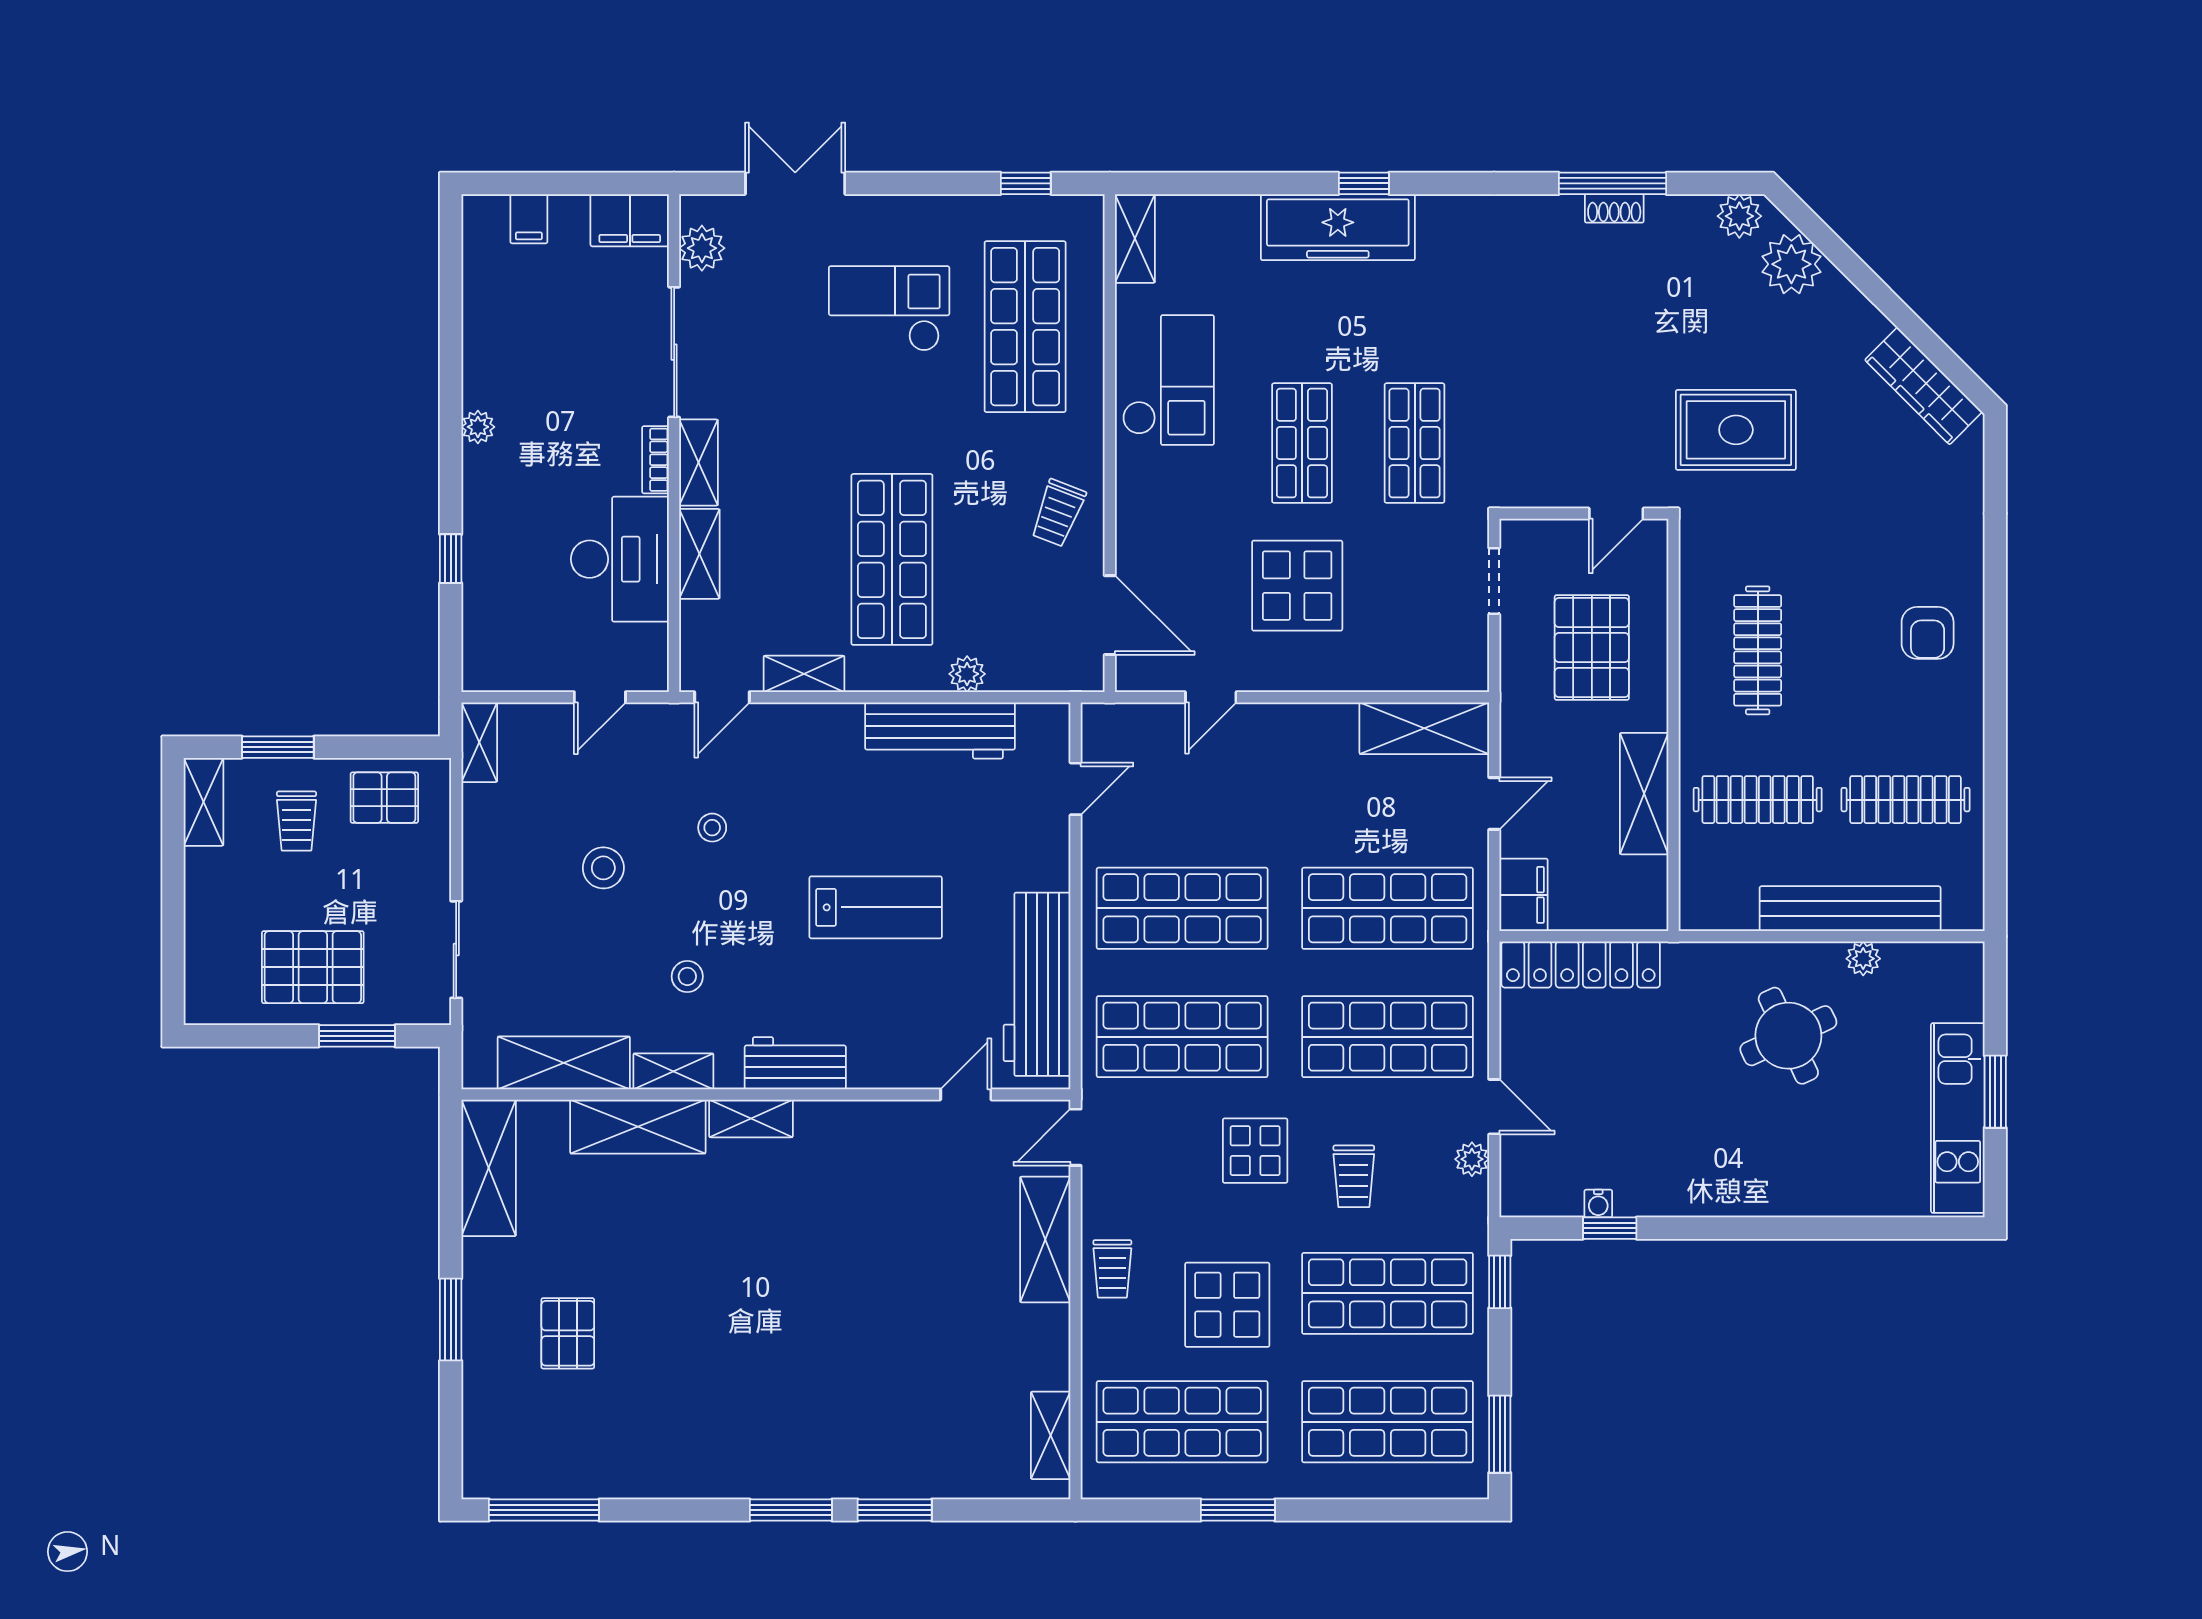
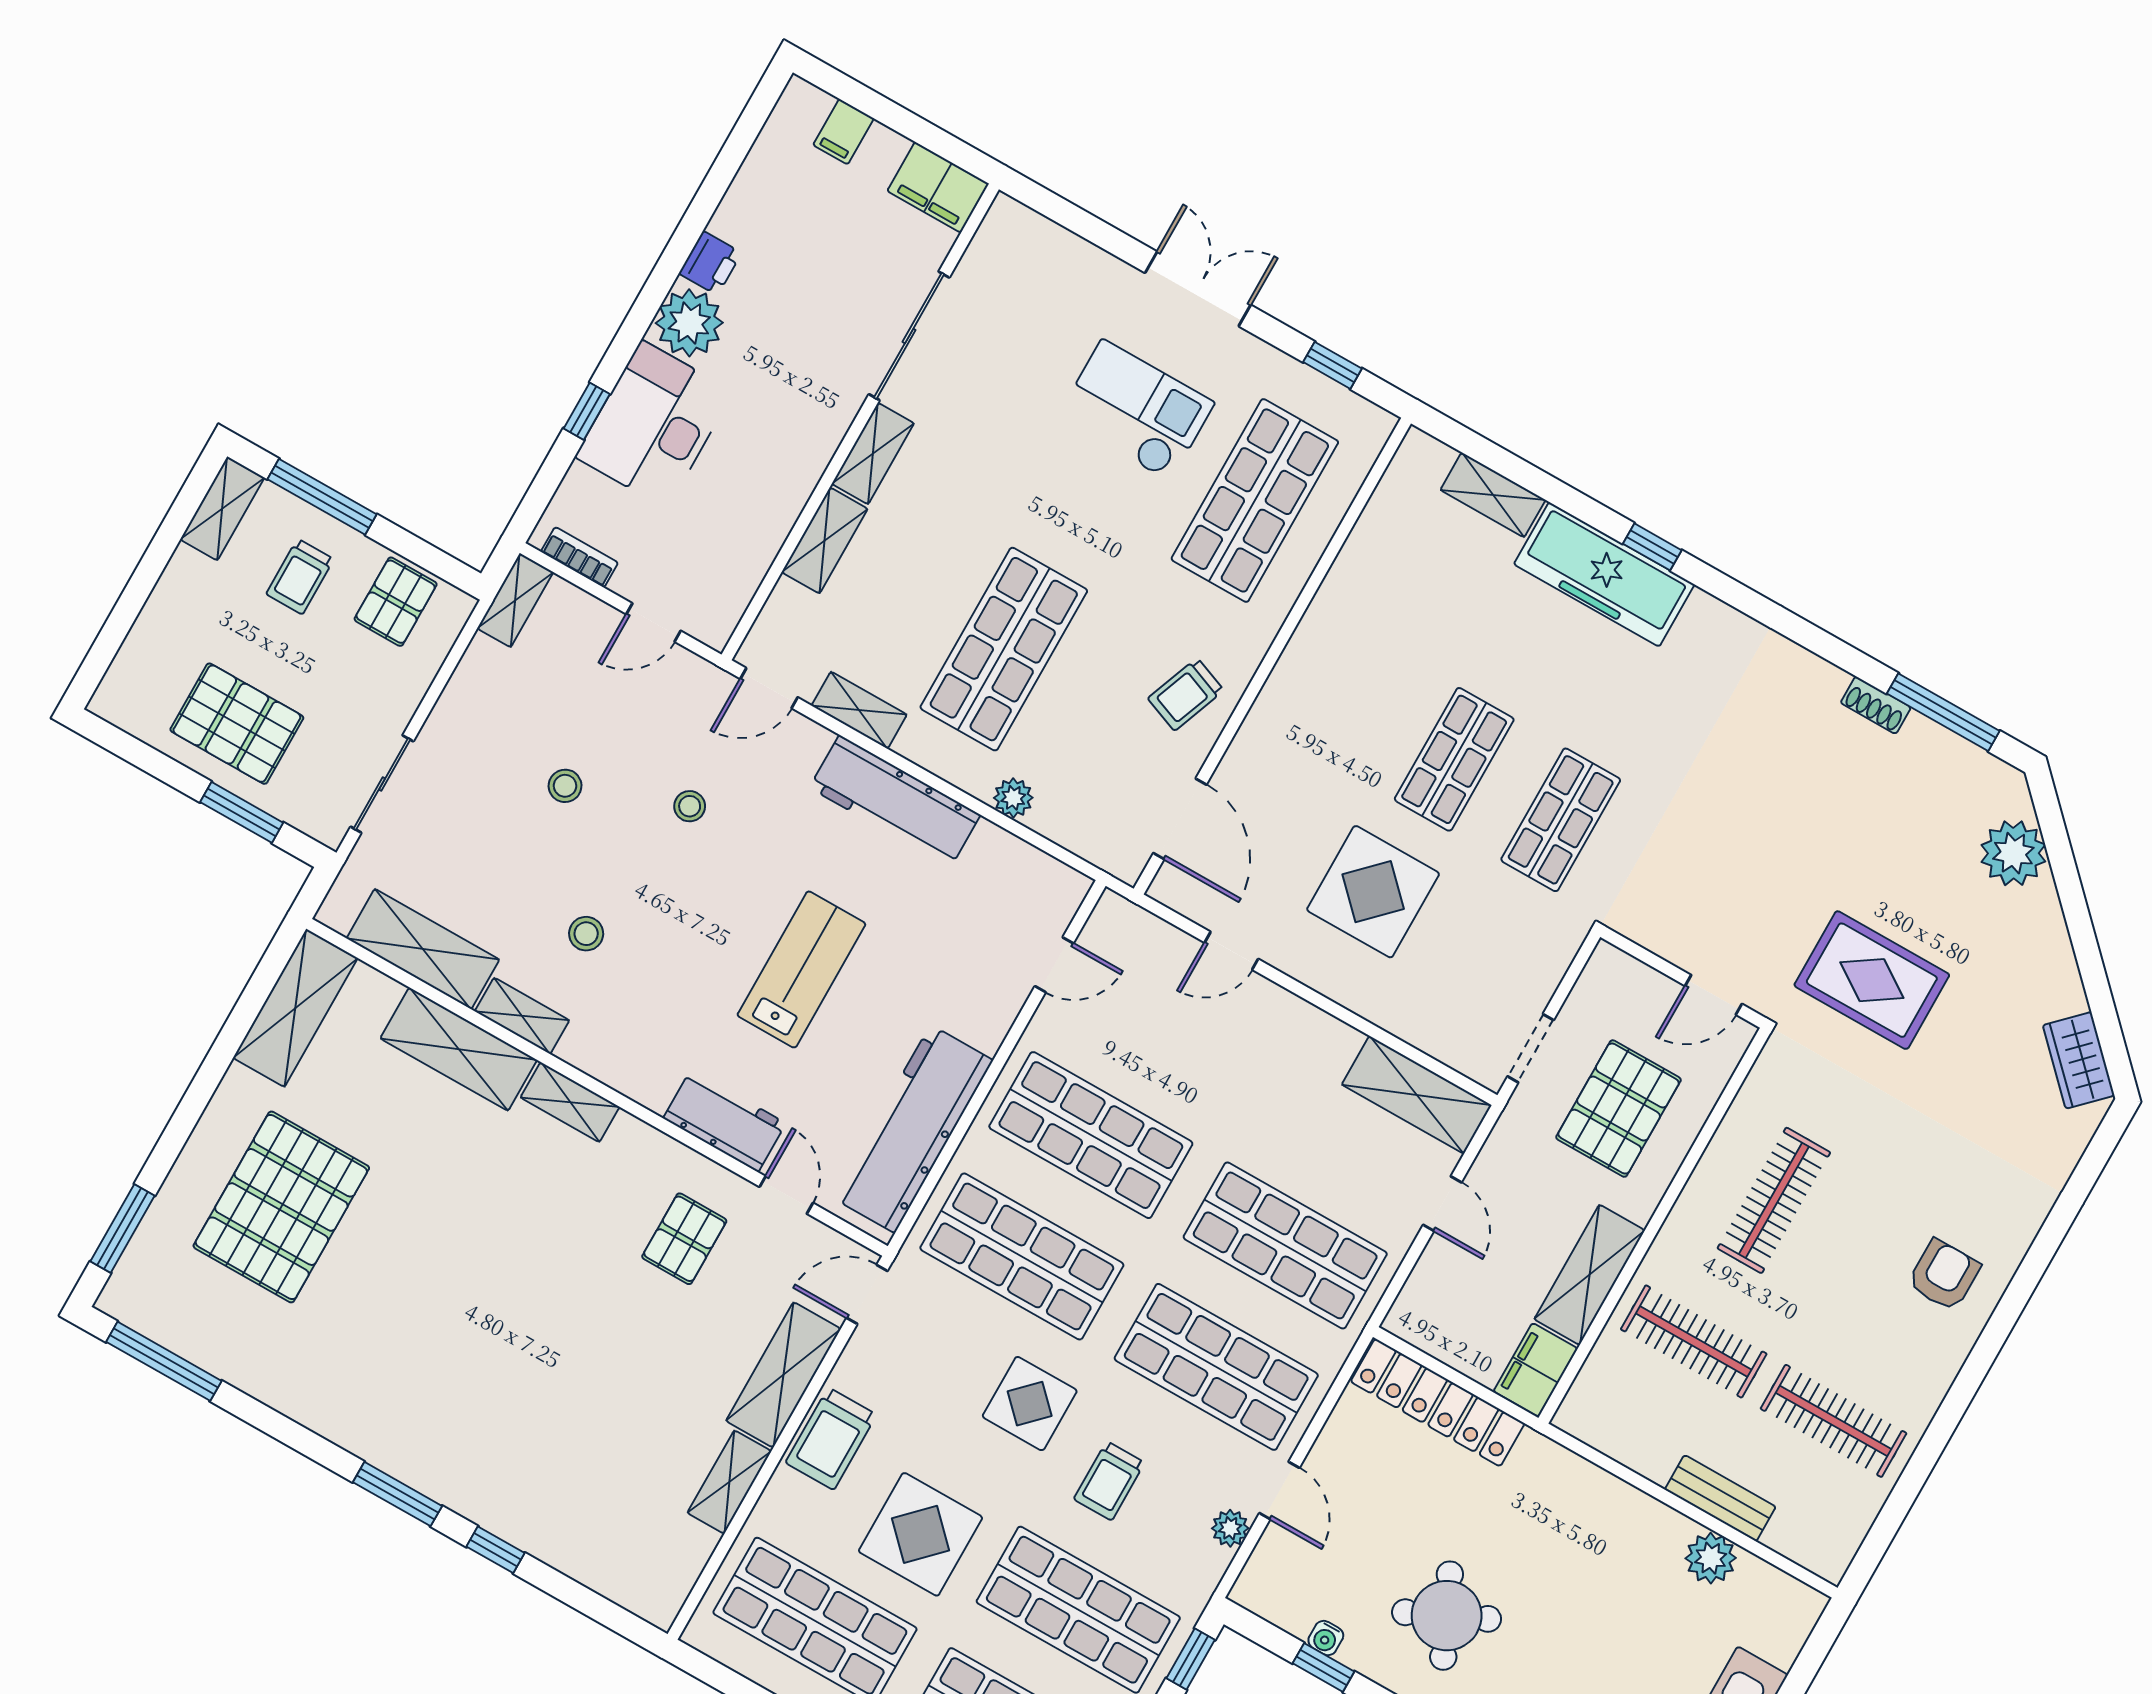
double door: (795, 183) -> (1198, 289), moved
window: (1613, 183) -> (1943, 712), moved
plant: (1739, 216) -> (1990, 780), removed
shelving: (1135, 238) -> (1493, 495), moved, turned 90
plant: (702, 248) -> (991, 253), removed
checkout: (1168, 380) -> (1362, 628), removed
printer: (482, 384) -> (710, 263), added
wardrobe: (1923, 386) -> (2079, 1060), width x0.67
plant: (478, 427) -> (689, 323), width x1.87, depth x1.87
bookcase: (656, 460) -> (579, 557), moved, turned 90
desk: (620, 559) -> (654, 424), moved, turned 180
doorway: (1494, 581) -> (1531, 1048), moved
armchair: (1928, 633) -> (1944, 1275), turned 180
workbench: (940, 730) -> (895, 801), moved
window: (278, 747) -> (322, 497), width x1.44
pallet: (384, 798) -> (396, 602), turned 90
door: (1494, 803) -> (1442, 1204), hinge flipped
stool: (603, 868) -> (565, 786), width x0.73, depth x0.73
filing cabinet: (1523, 895) -> (1536, 1370), moved, turned 180
lab bench: (876, 907) -> (801, 969), turned -90
bench: (1850, 909) -> (1720, 1498), width x0.54, depth x0.82
plant: (1863, 959) -> (1711, 1558), width x1.38, depth x1.38
round table: (1788, 1036) -> (1447, 1616), moved
workbench: (795, 1063) -> (725, 1121), moved
door: (966, 1094) -> (786, 1195), hinge flipped
pallet: (904, 1176) -> (684, 1239), added
trolley: (1112, 1269) -> (831, 1439), width x1.36, depth x1.39
window: (451, 1320) -> (123, 1228), moved
pallet: (568, 1333) -> (281, 1207), width x2.05, depth x2.00
shelving: (1051, 1435) -> (729, 1482), moved
window: (895, 1510) -> (496, 1550), width x0.67

